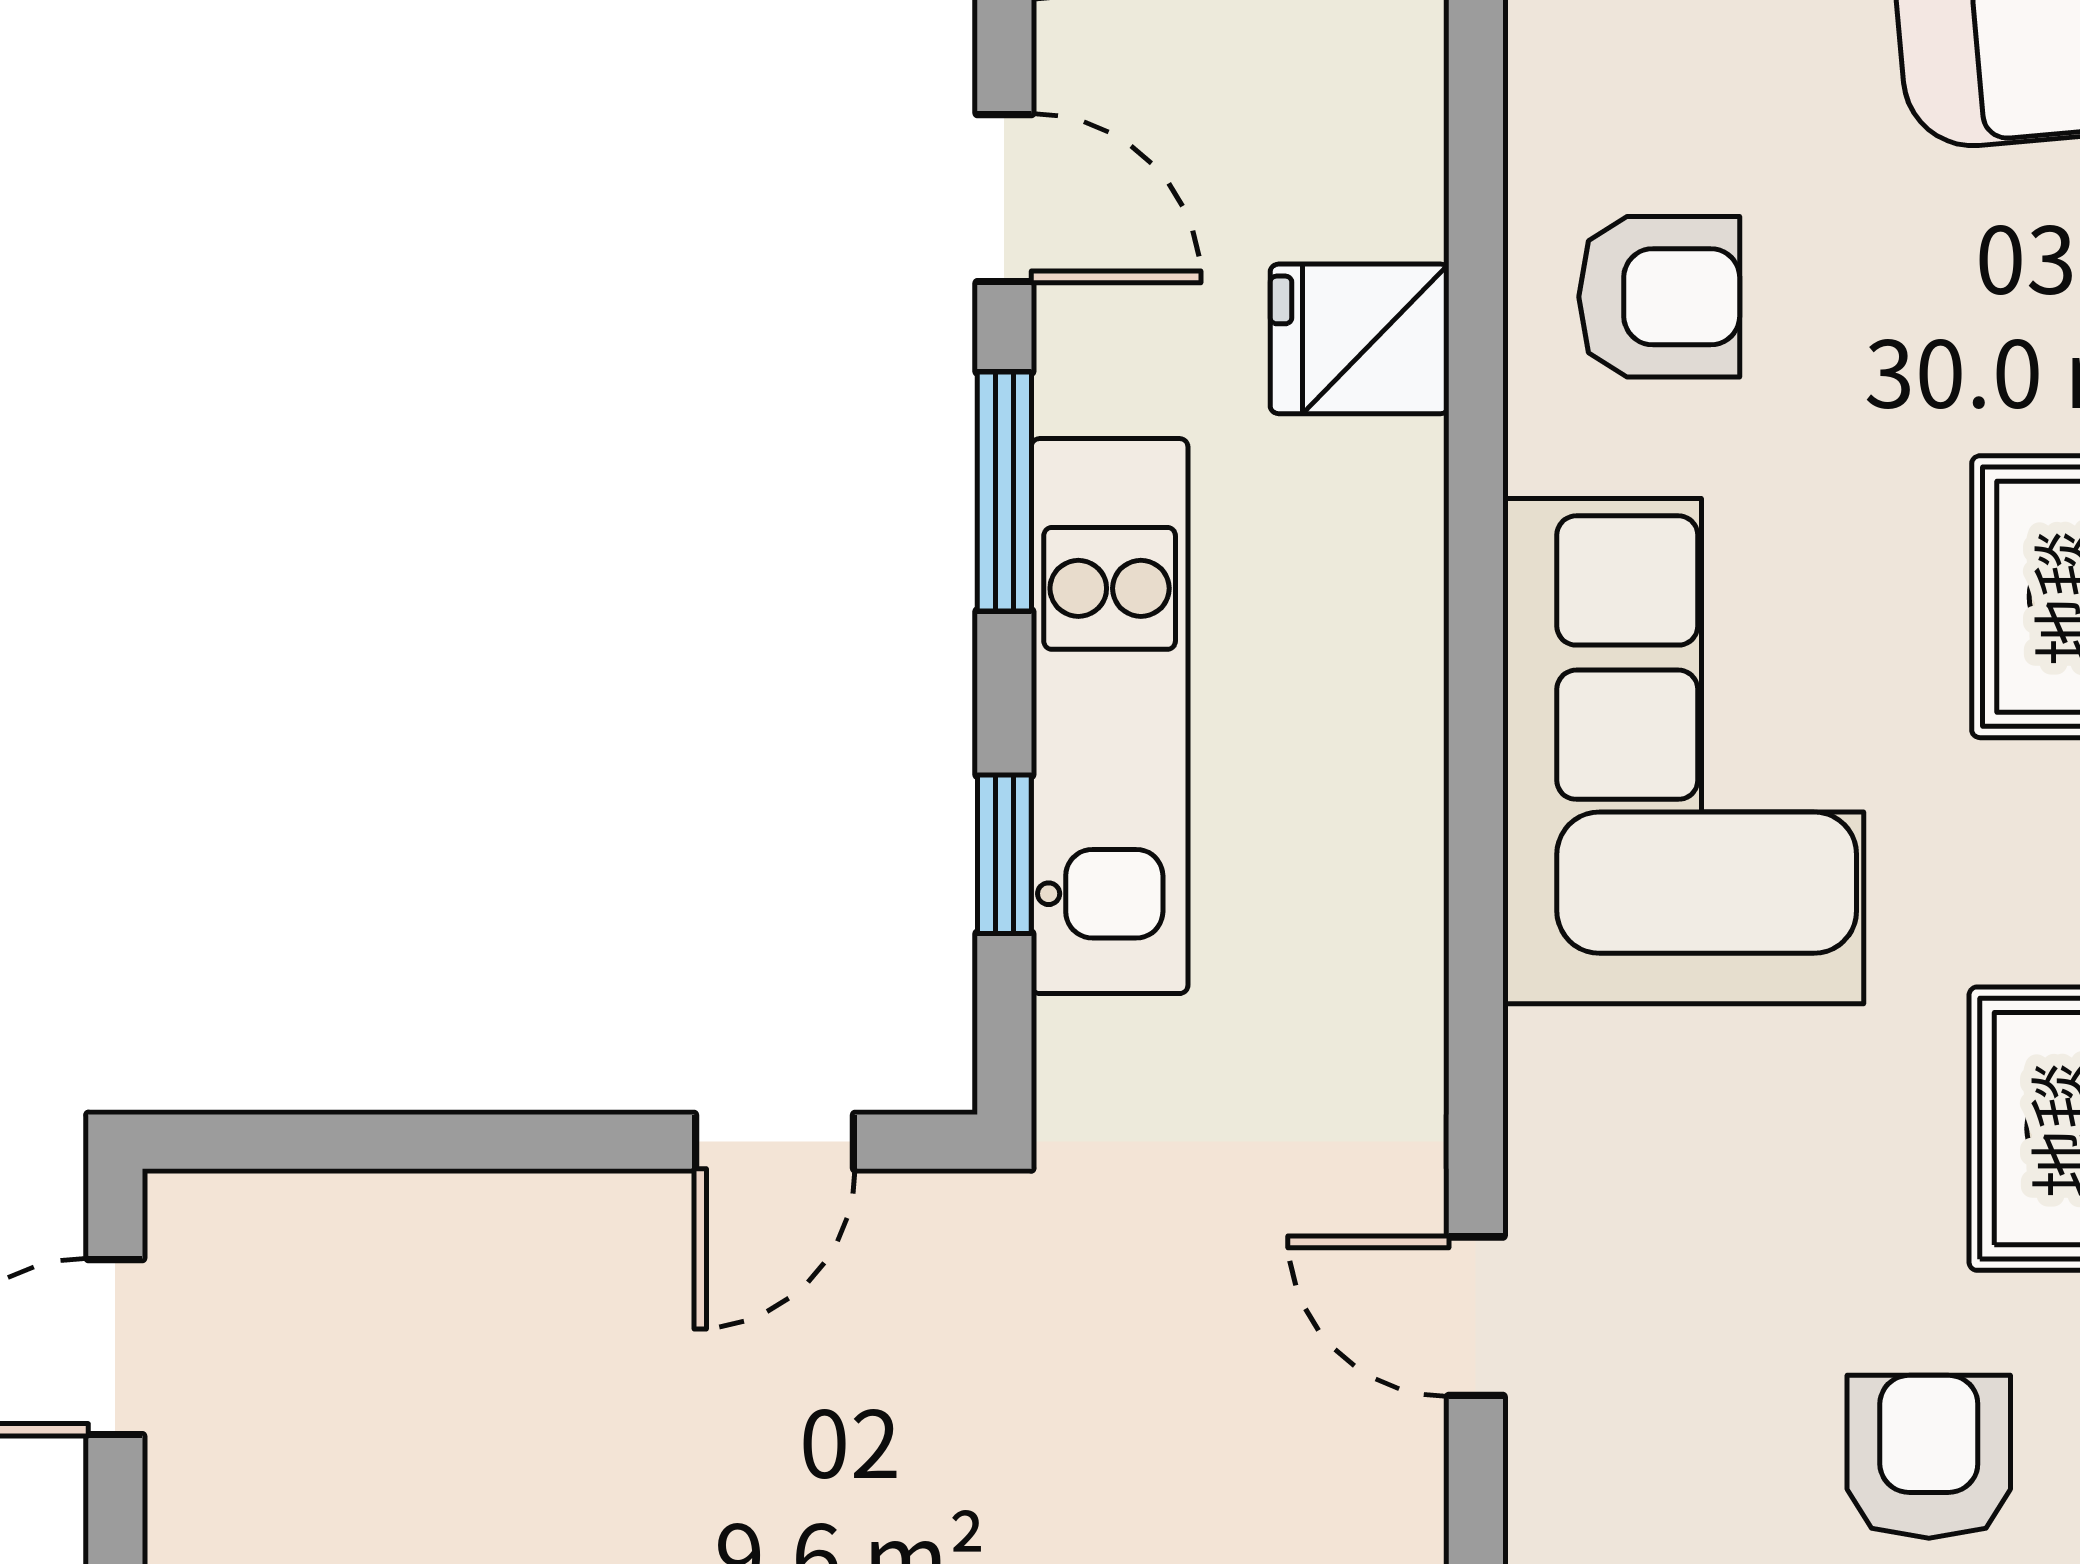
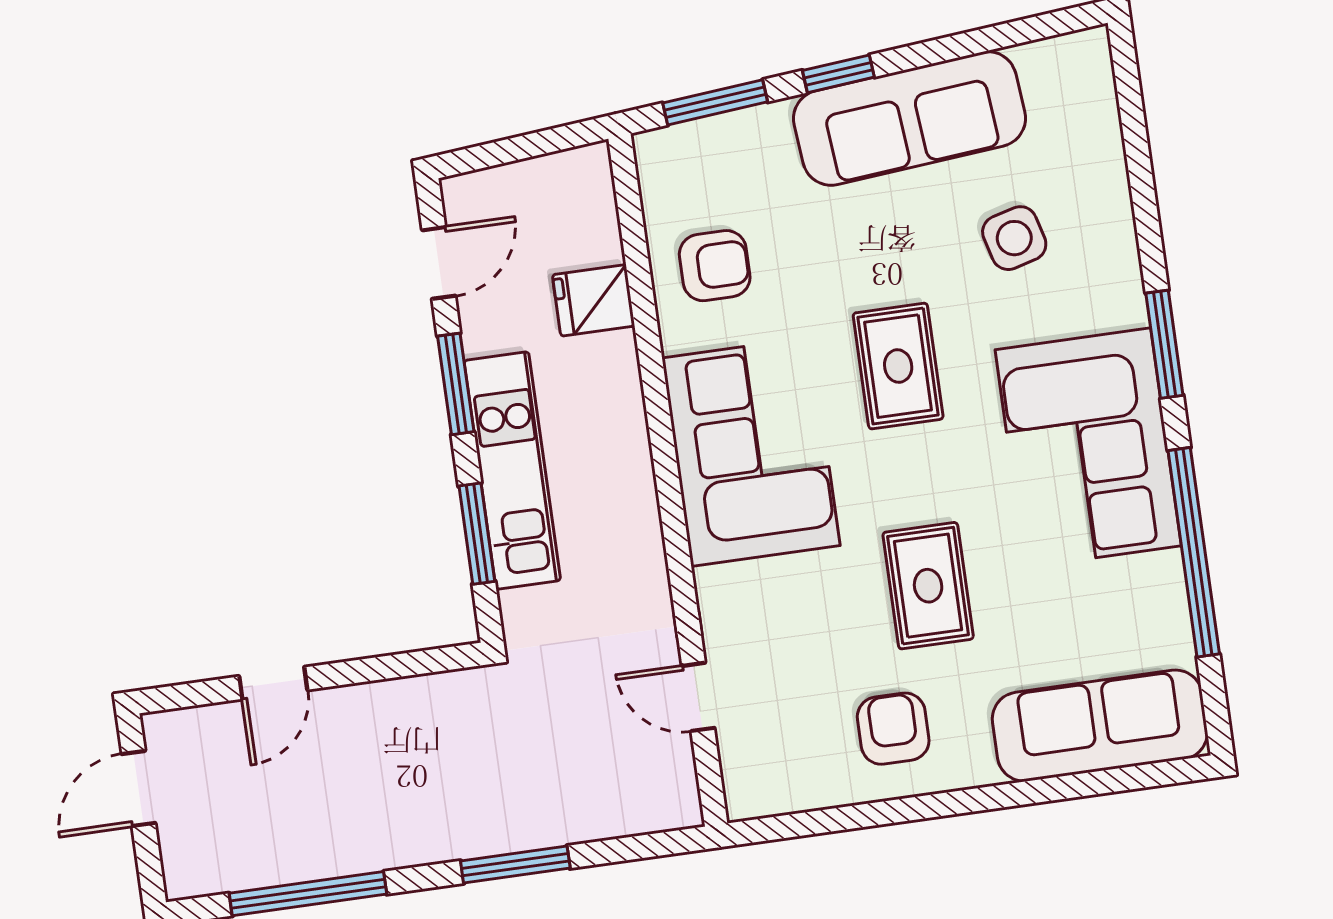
door: (1004, 198) -> (439, 263), hinge flipped
window: (1004, 854) -> (477, 534), width x1.50
door: (775, 1142) -> (273, 683), moved

